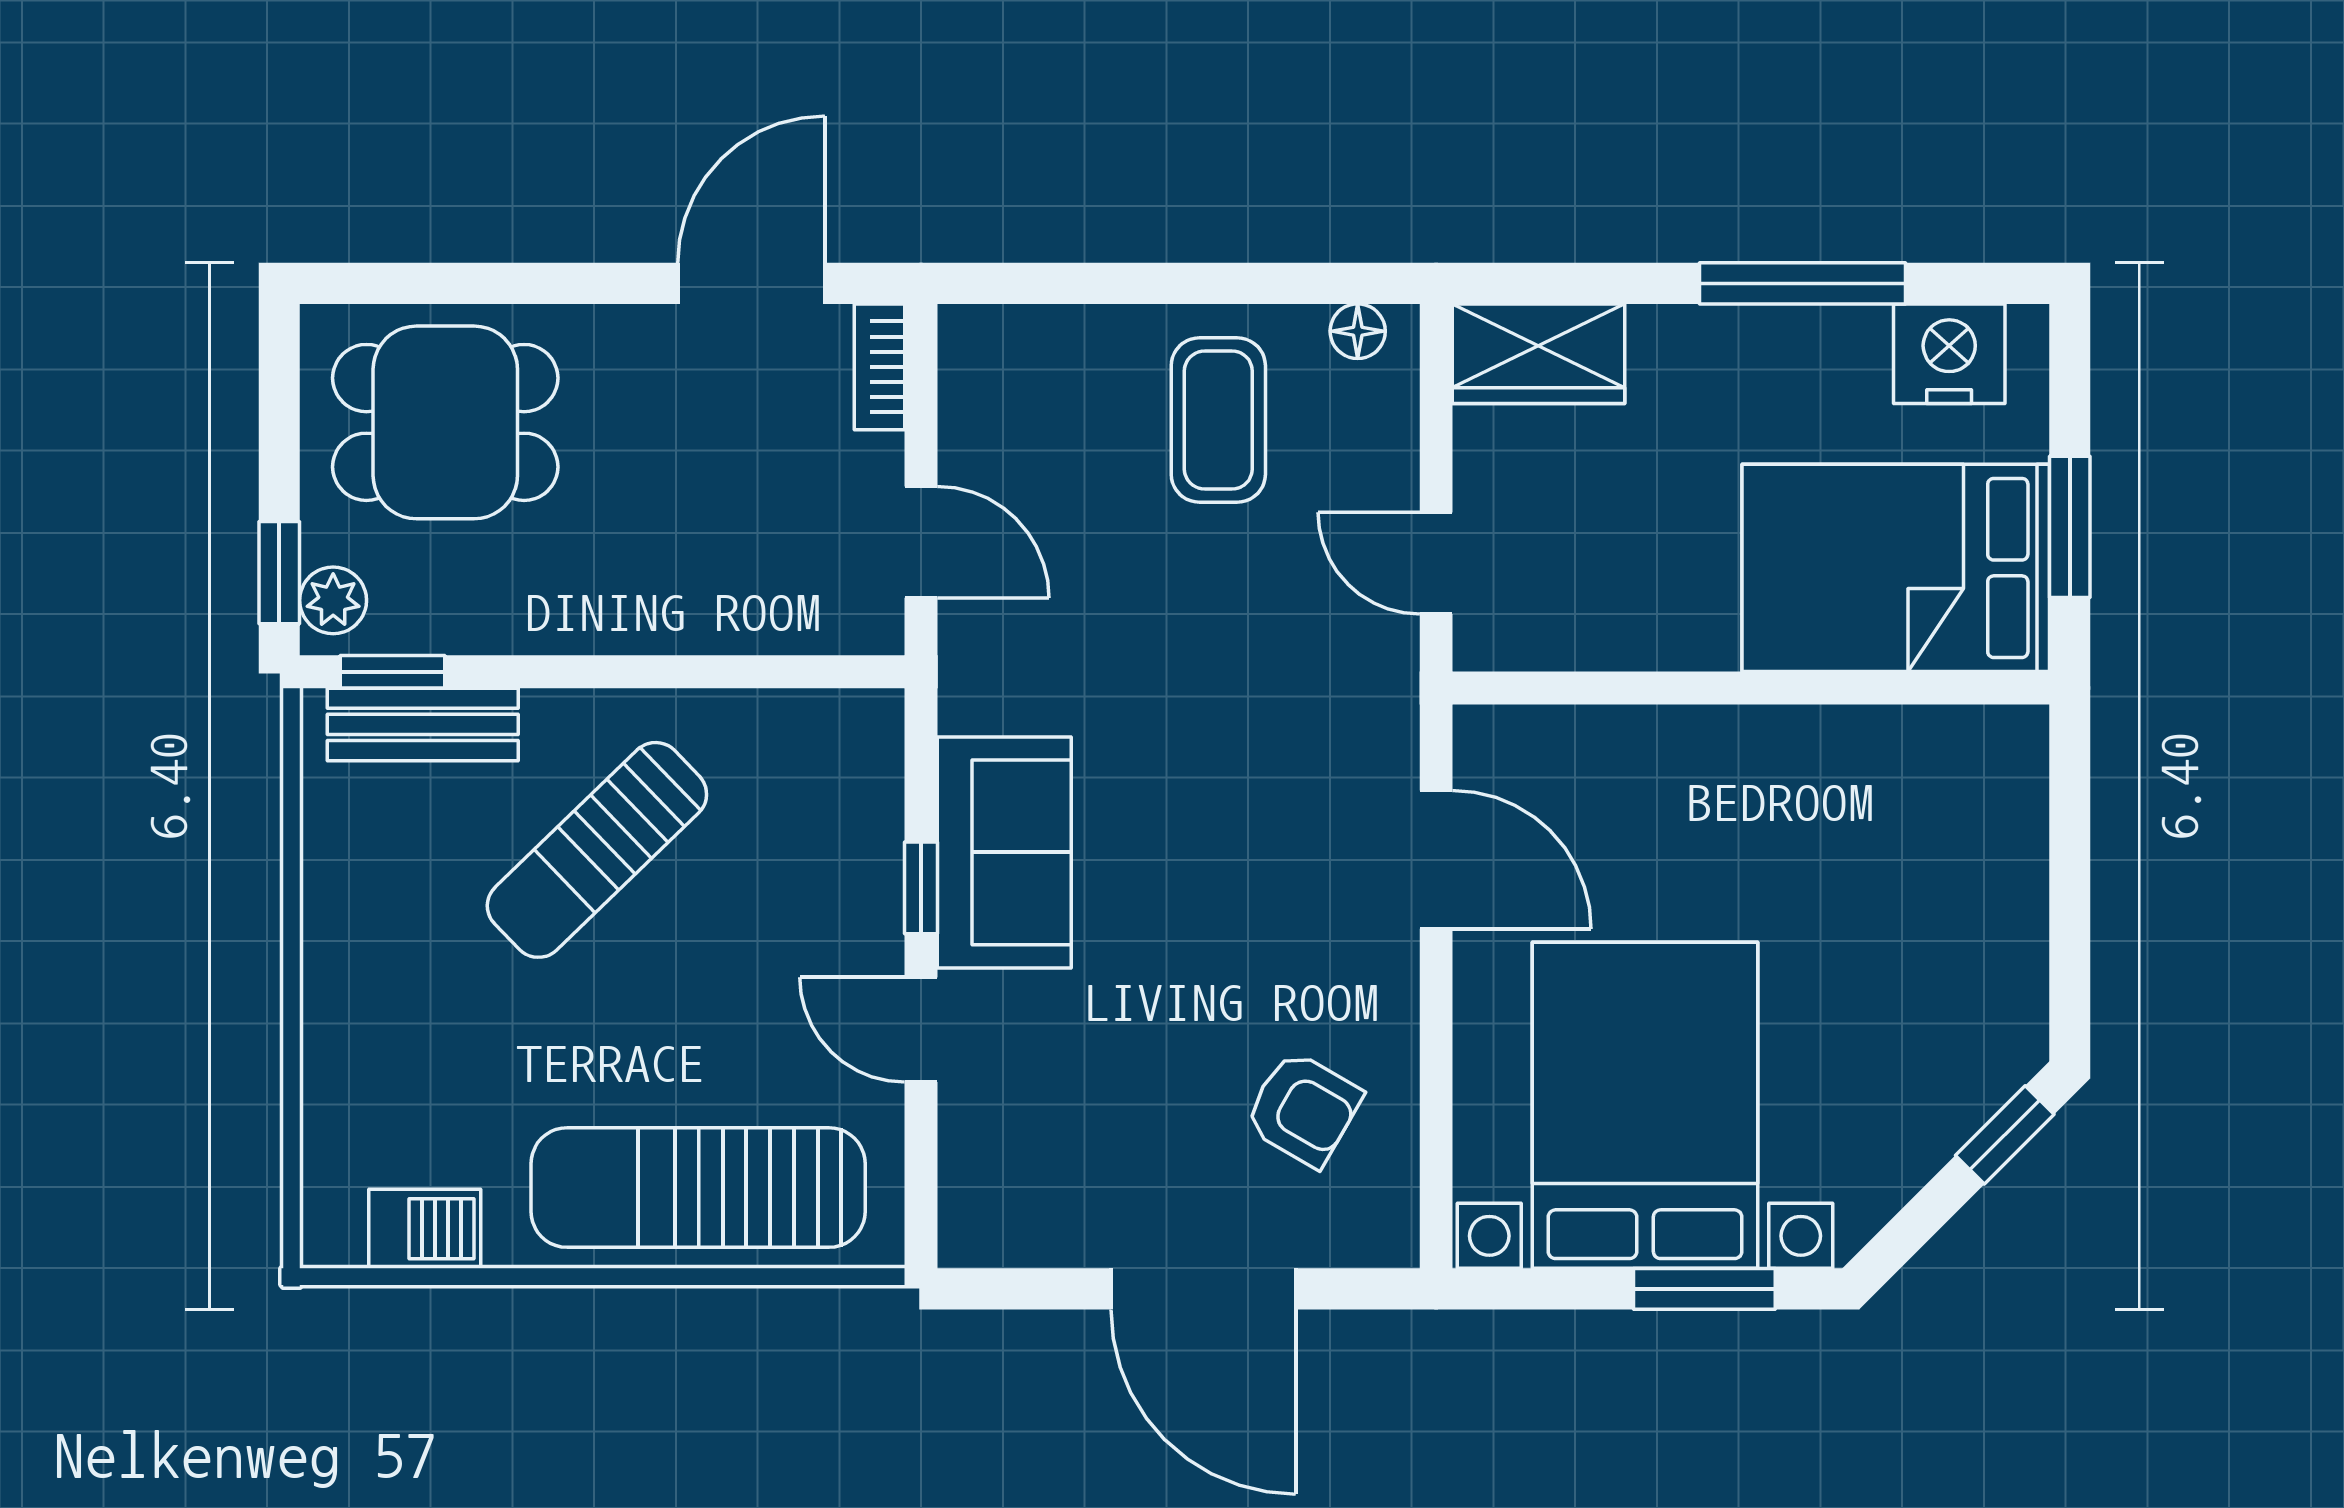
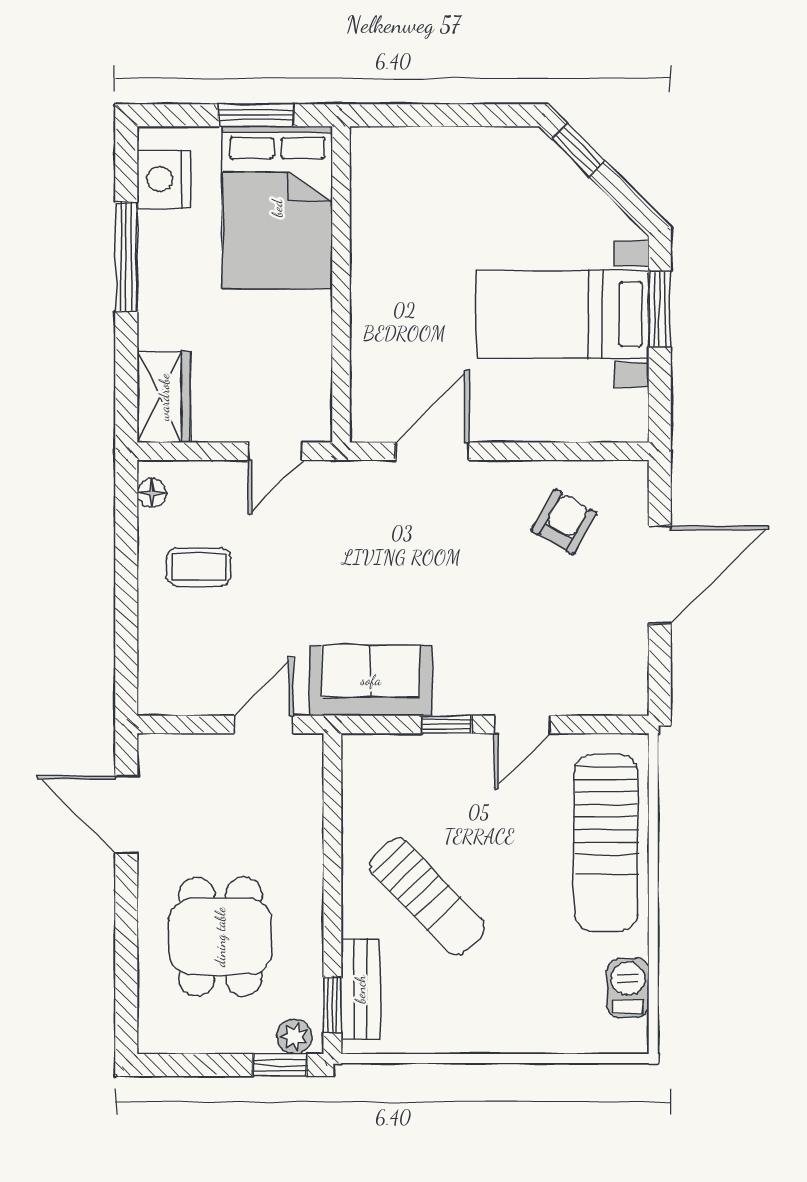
bookcase: (879, 367) -> (171, 747), removed
coffee table: (1218, 420) -> (199, 567), width x0.73, depth x0.77
dining table: (445, 422) -> (220, 937), moved
sofa: (1004, 852) -> (371, 680), moved
bed with nightstands: (1645, 1105) -> (562, 314), width x0.73

